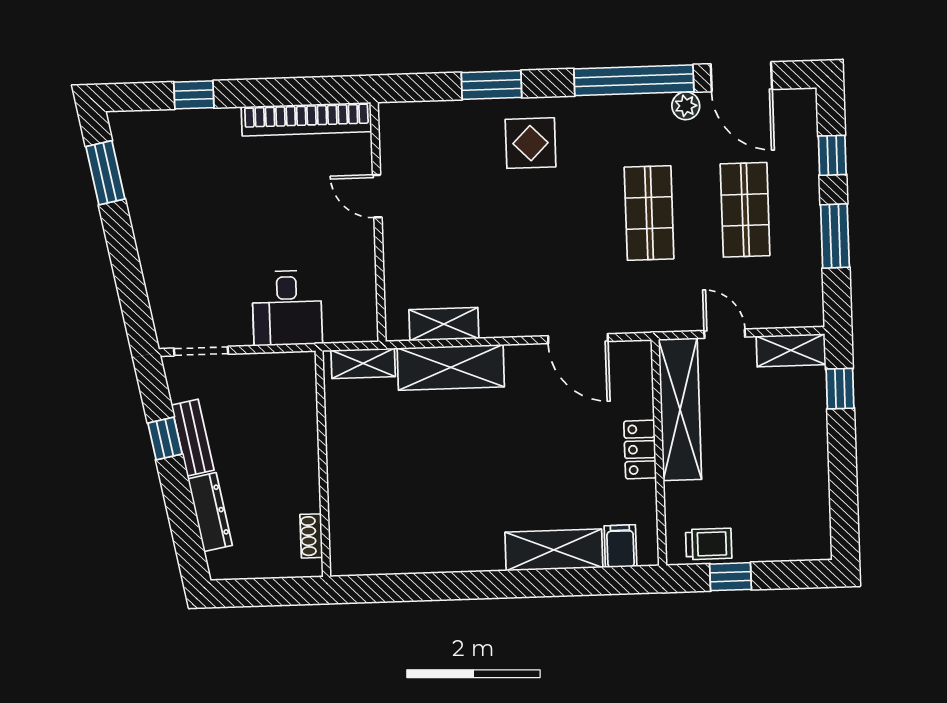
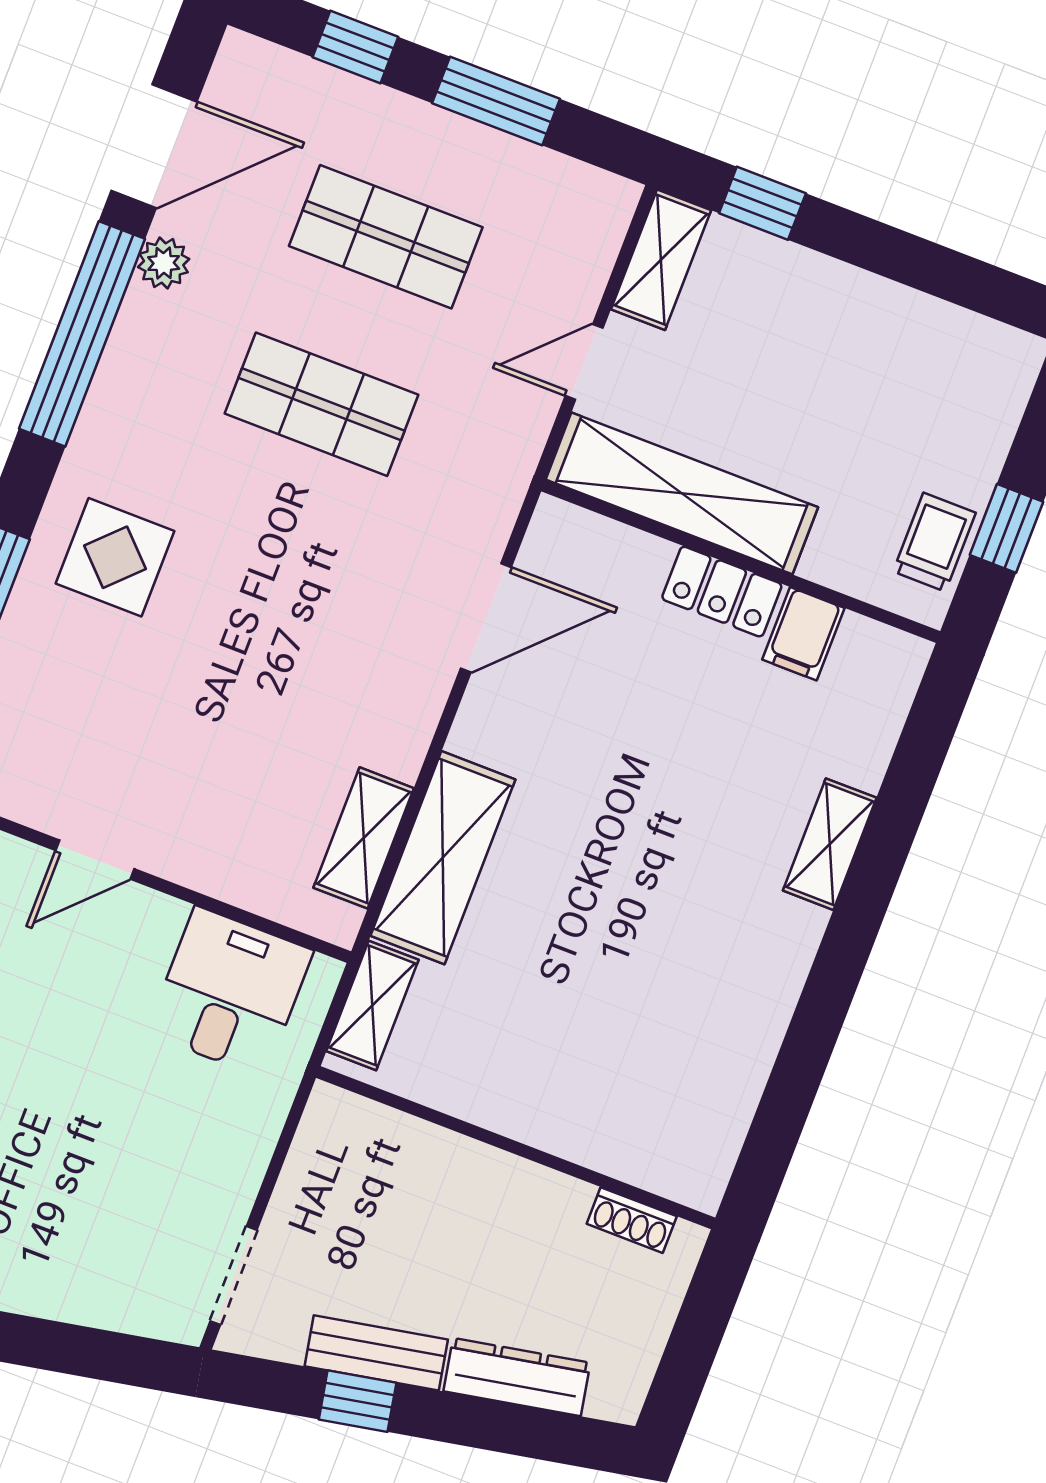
desk: (287, 308) -> (230, 992), moved, turned -90
filing cabinet: (620, 546) -> (803, 634), moved, turned -90
shelving: (554, 550) -> (830, 844), width x0.67, depth x0.75

